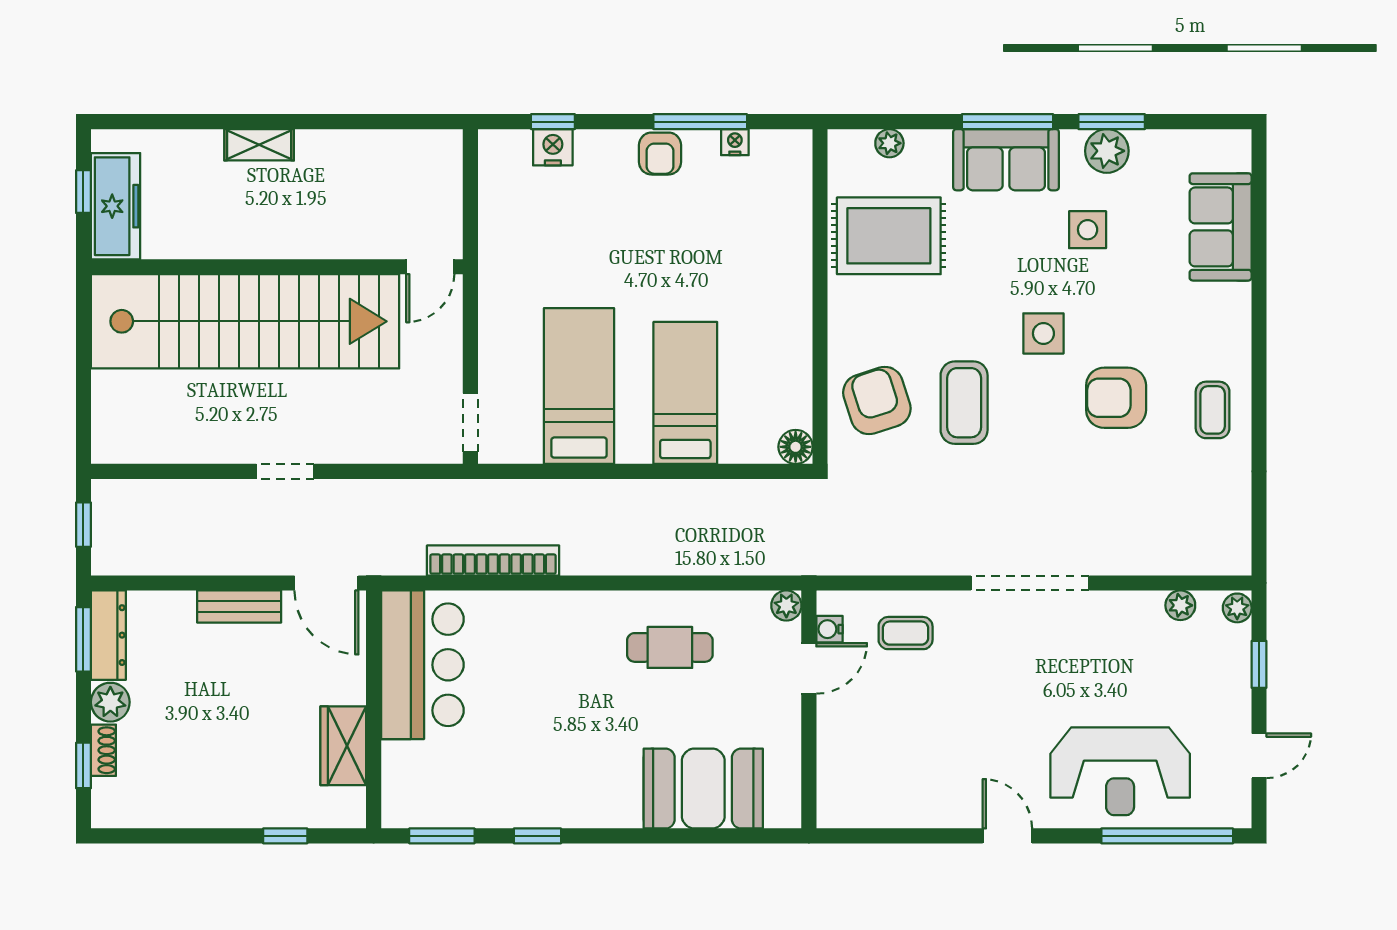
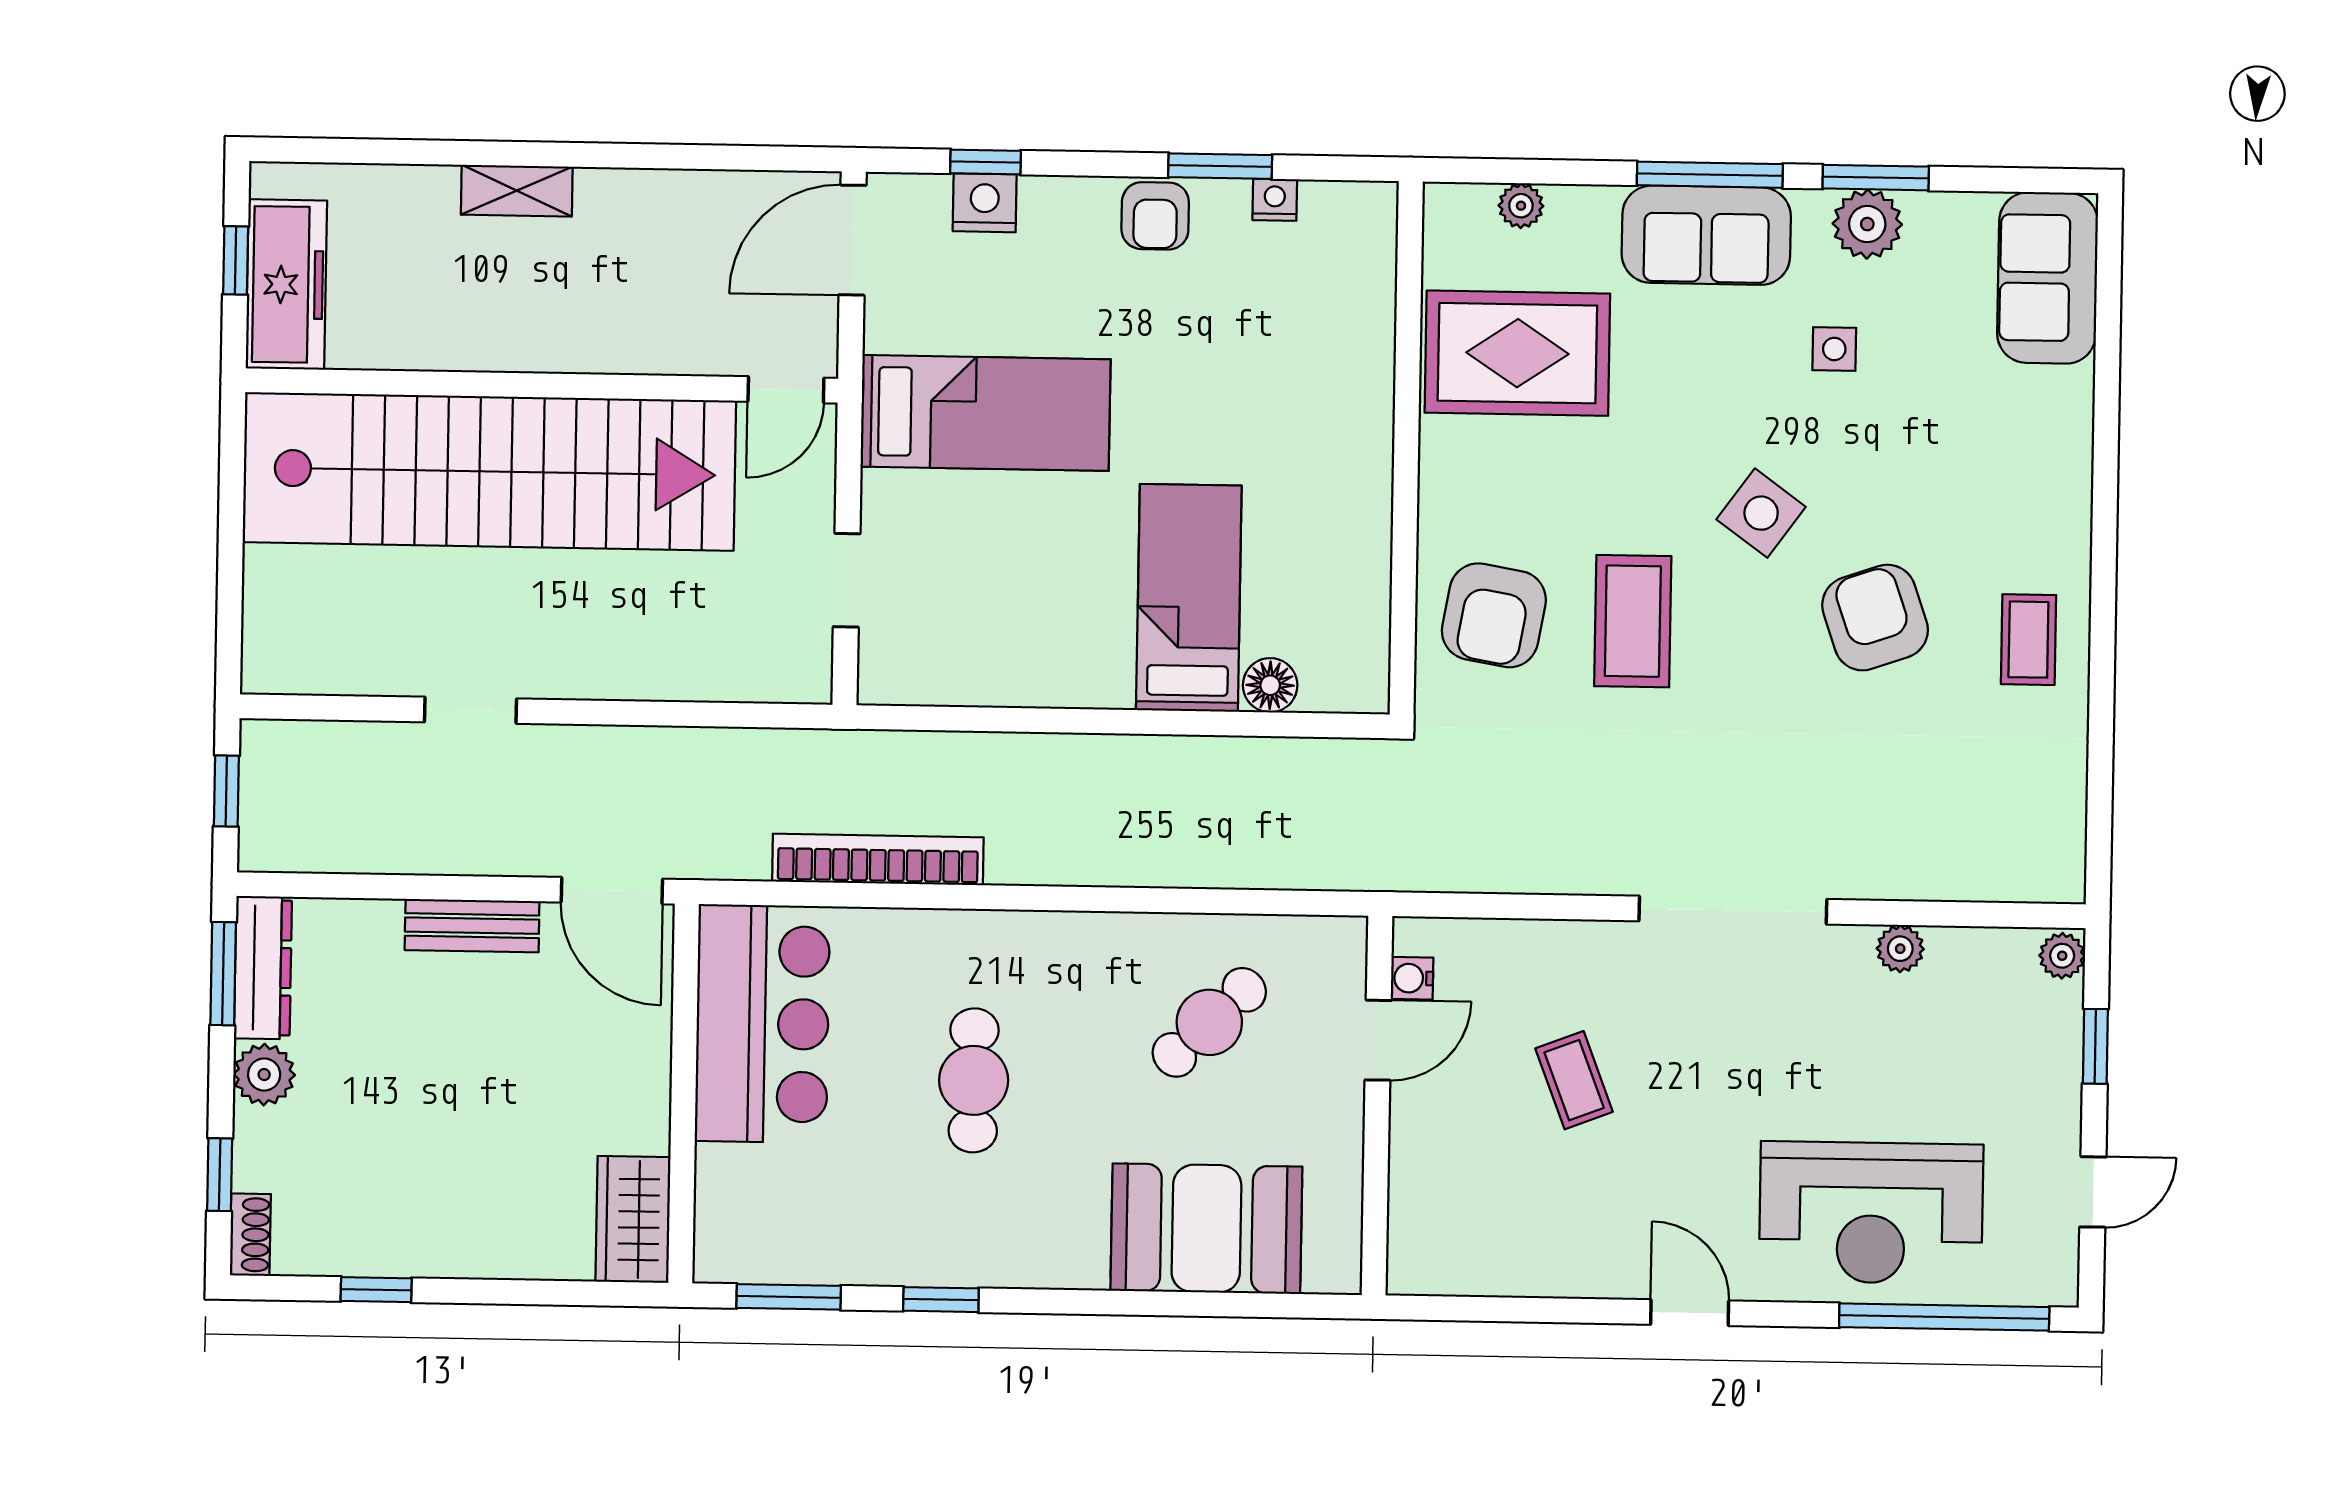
window: (700, 122) -> (1220, 166), width x0.69
door: (470, 172) -> (853, 240), added
sofa: (1221, 227) -> (2048, 278), moved
side table: (1088, 230) -> (1834, 349), width x0.73, depth x0.73
side table: (1043, 333) -> (1761, 513), turned 36
bed: (579, 386) -> (986, 413), moved, turned 90
armchair: (1116, 398) -> (1875, 618), turned 71
armchair: (877, 401) -> (1494, 615), turned -152
doorway: (470, 423) -> (847, 580), moved
floor lamp: (796, 447) -> (1270, 685), moved
doorway: (285, 471) -> (470, 710), moved
plant: (786, 605) -> (1344, 939), removed
plant: (1180, 605) -> (1900, 949), moved
coffee table: (906, 633) -> (1574, 1080), moved, turned 69
cafe table: (670, 647) -> (1209, 1022), moved, turned -44
cafe table: (556, 698) -> (974, 1080), added
wardrobe: (343, 746) -> (633, 1219), moved
shoe rack: (103, 750) -> (250, 1235), moved
window: (285, 836) -> (376, 1290), moved

